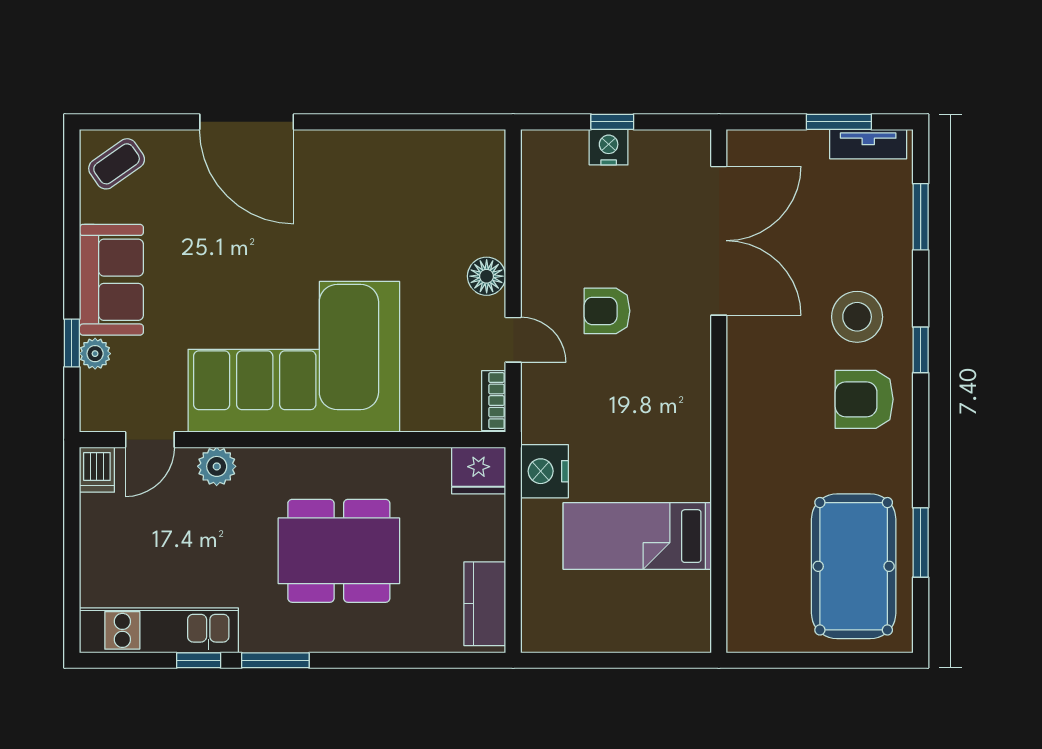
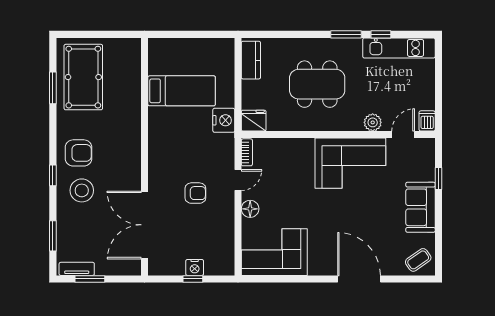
corner sofa: (433, 181) -> (274, 252), added
door: (513, 340) -> (238, 180), swing flipped
plant: (95, 354) -> (428, 174), removed
corner sofa: (294, 357) -> (350, 163), width x0.73, depth x0.74

